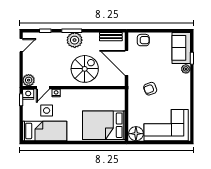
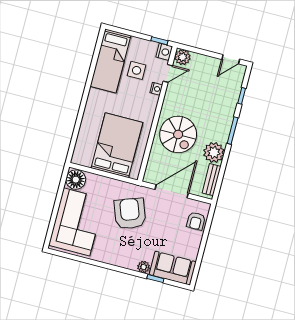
plant: (75, 40) -> (214, 152), moved
door: (21, 45) -> (231, 59), hinge flipped
door: (43, 88) -> (168, 73), swing flipped
armchair: (150, 89) -> (130, 214), width x1.88, depth x1.88
bed: (104, 125) -> (117, 145), moved

